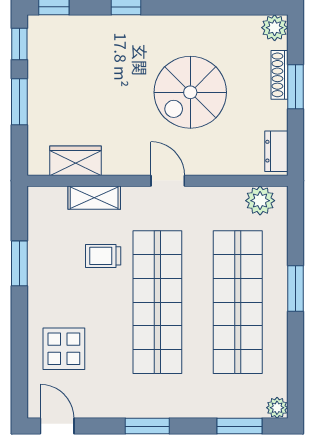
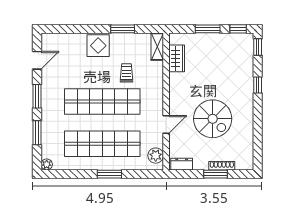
plant: (275, 28) -> (247, 163), removed
spiral stairs: (190, 92) -> (213, 119), turned 180
door: (168, 181) -> (166, 124), moved
shelving: (94, 198) -> (157, 47), moved
display table: (64, 349) -> (98, 46), moved
door: (57, 426) -> (37, 60), moved
window: (239, 426) -> (37, 133), moved

